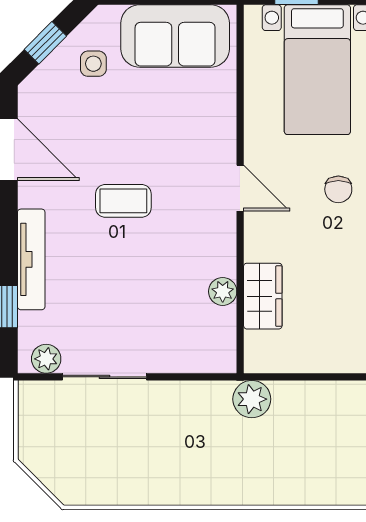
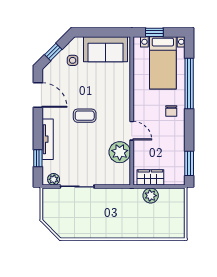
door: (240, 188) -> (132, 131), moved
plant: (223, 291) -> (120, 152), width x1.88, depth x1.88
wardrobe: (263, 296) -> (150, 177), moved, turned -90
plant: (252, 399) -> (151, 196), moved

